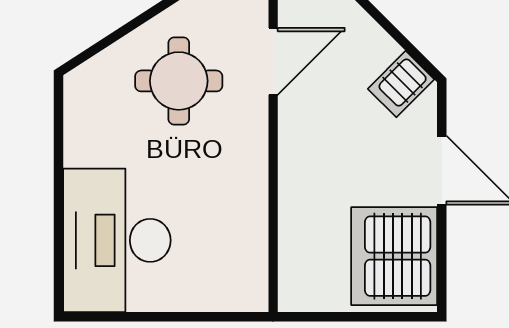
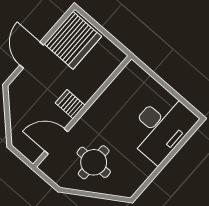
server rack: (401, 84) -> (70, 104), moved, turned -135

